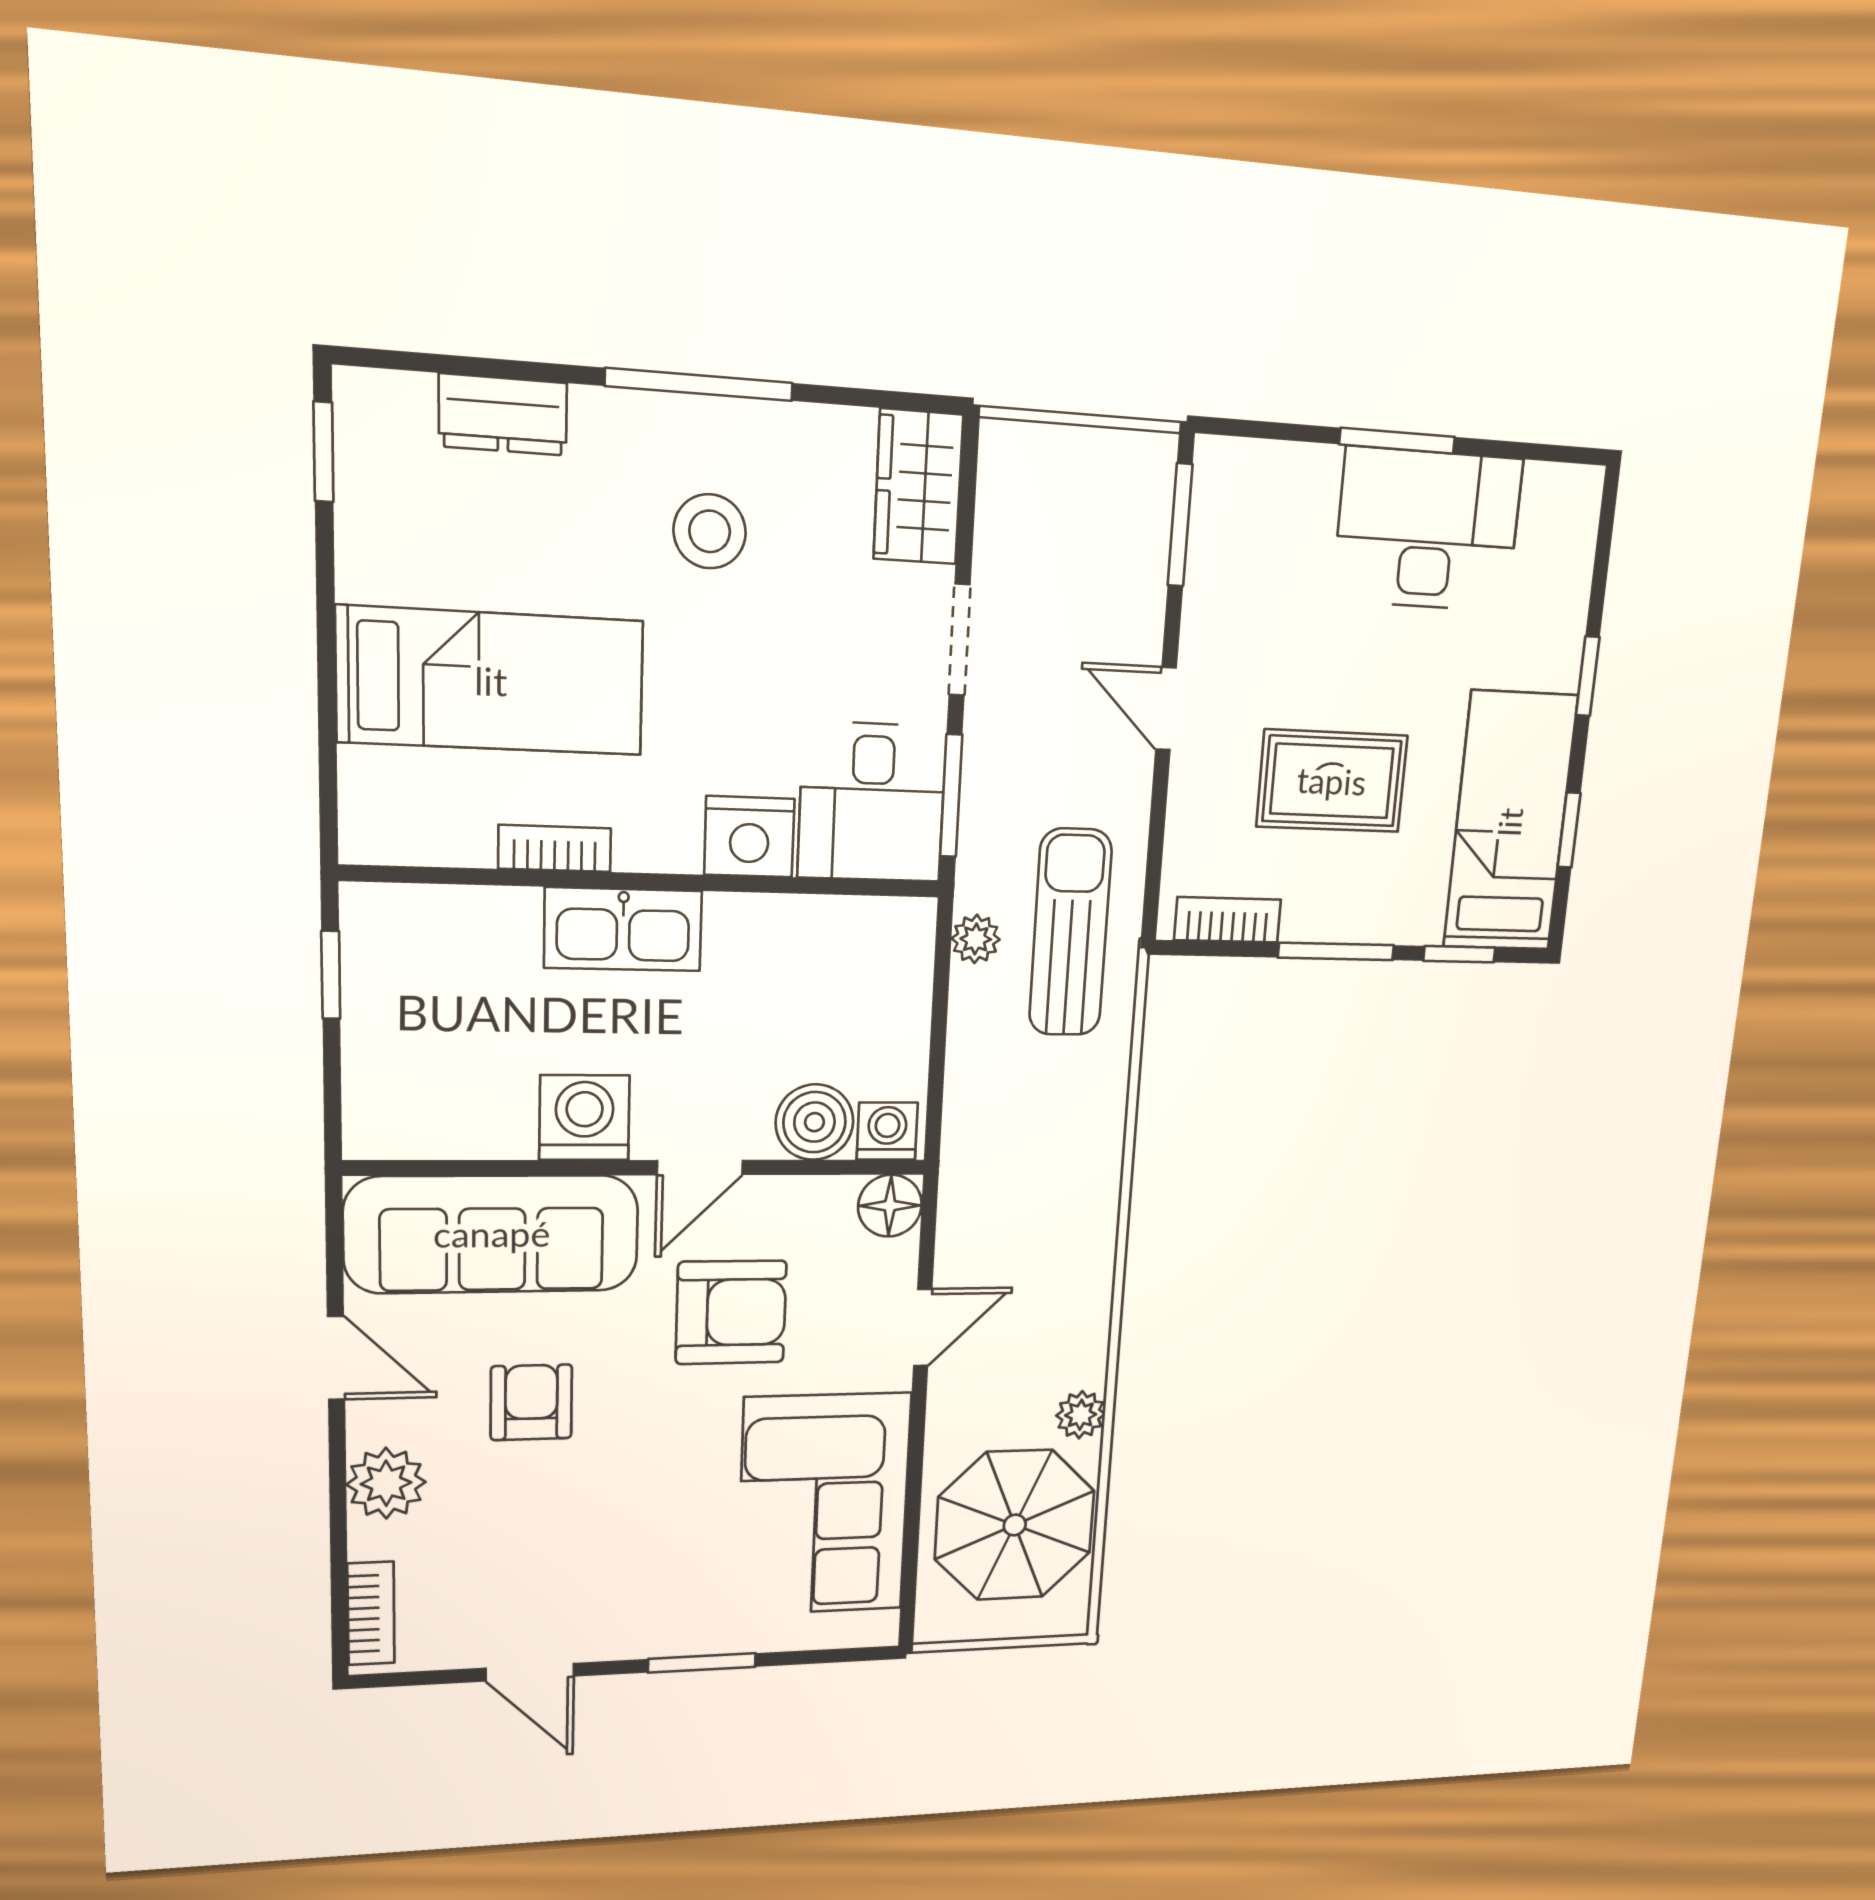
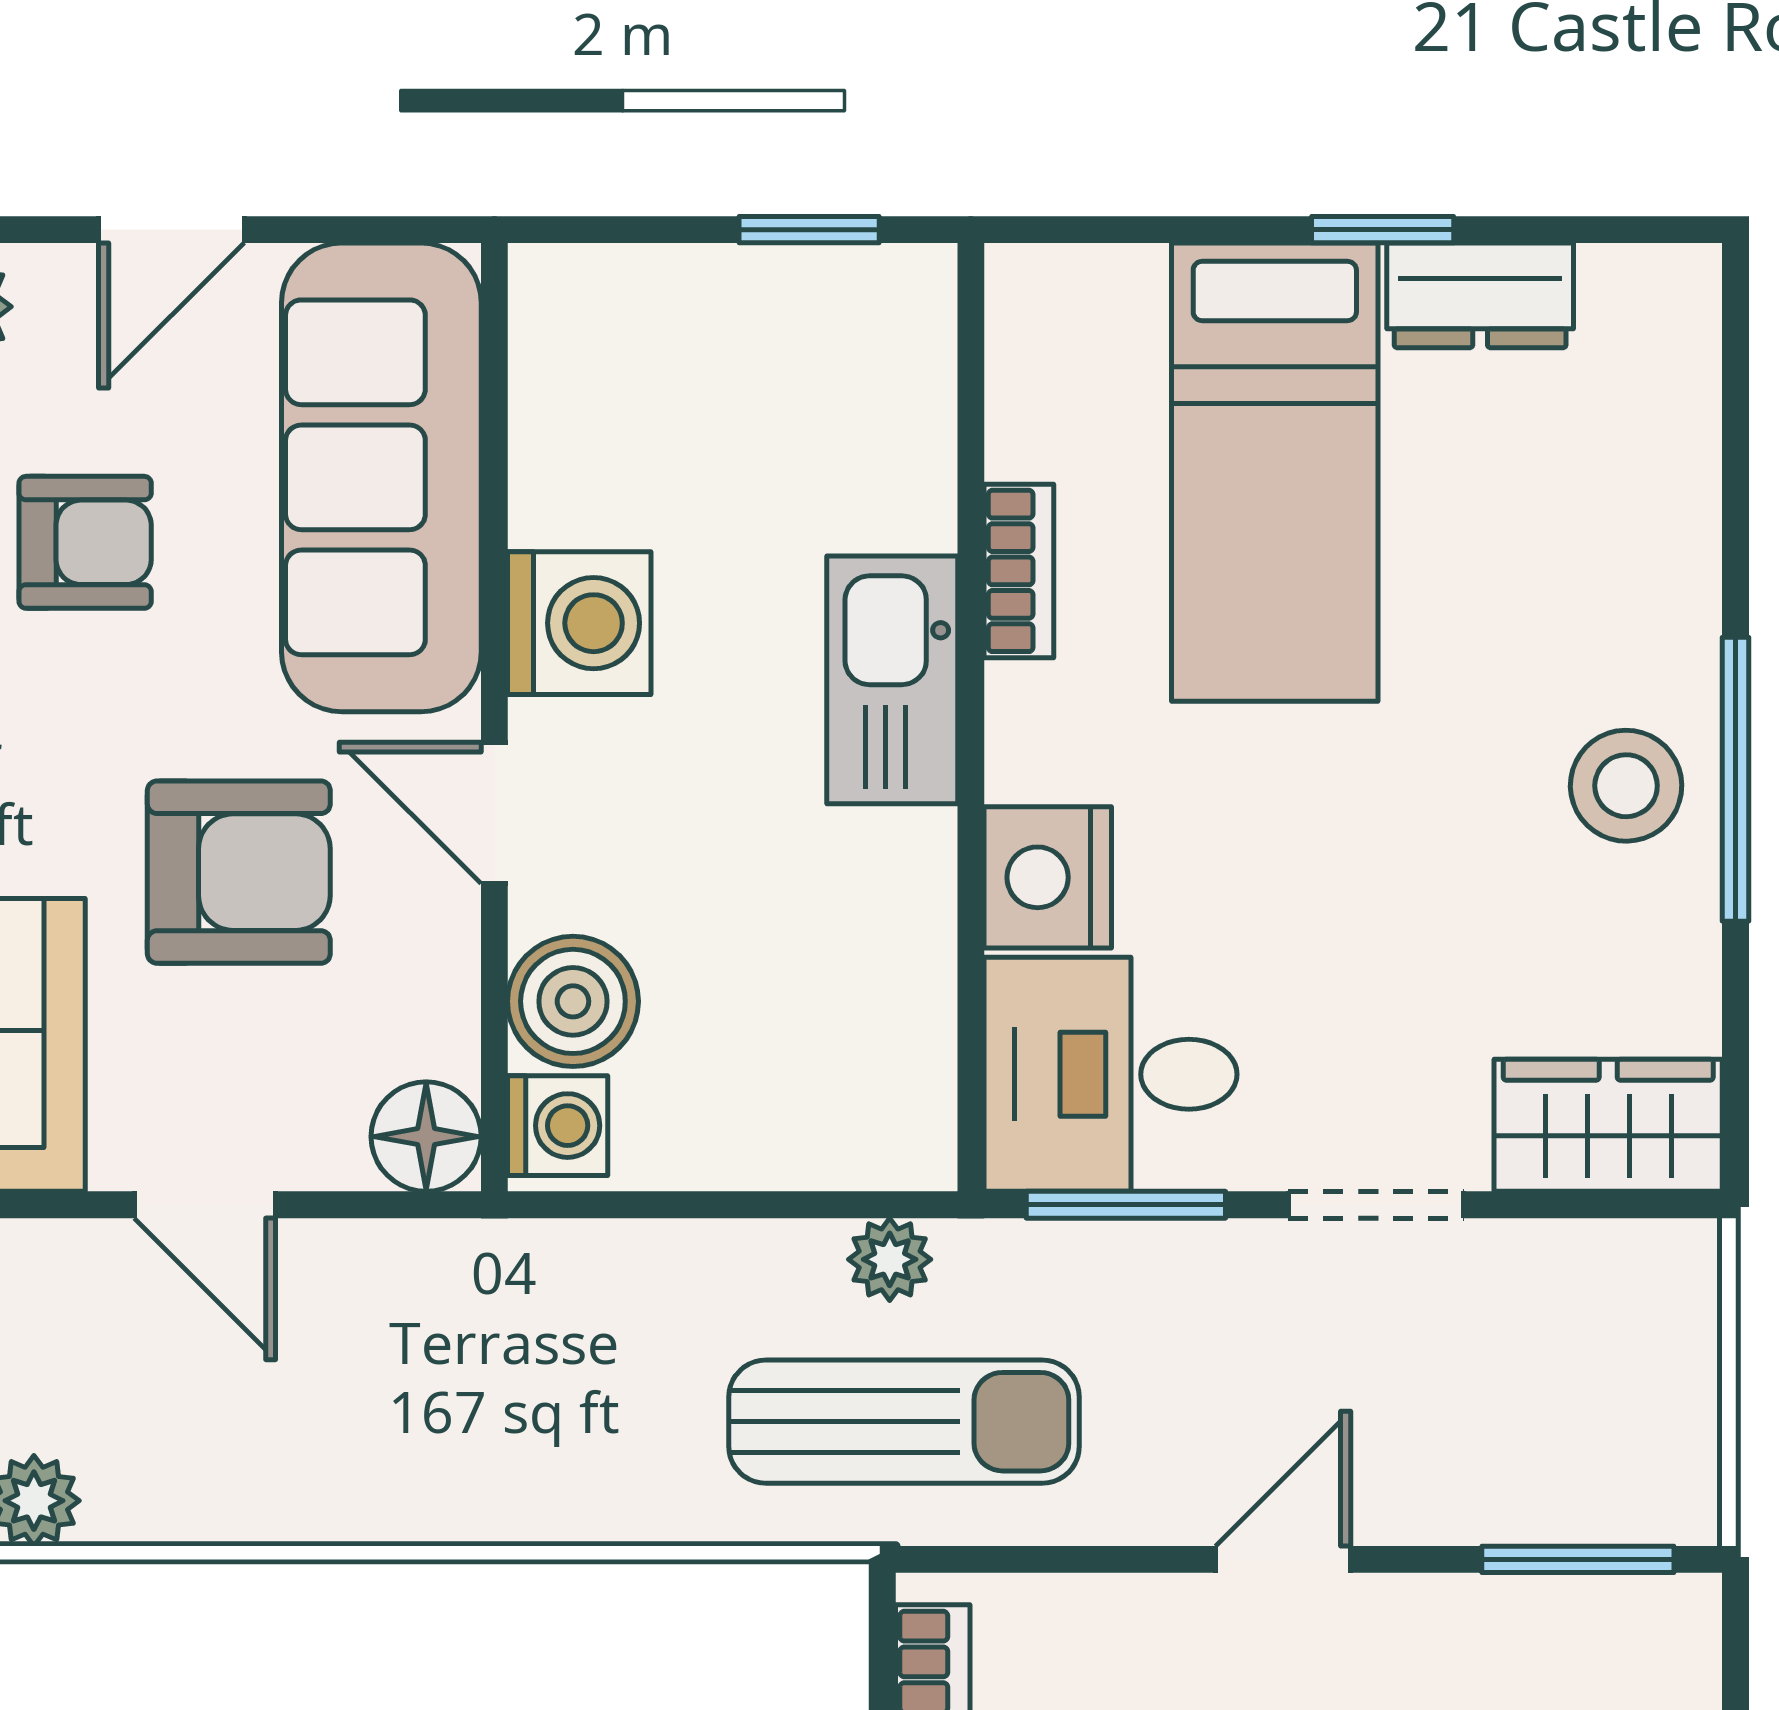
dresser: (503, 415) -> (1480, 295), moved, turned -90
window: (323, 452) -> (1383, 230), moved
stool: (710, 531) -> (1626, 786), moved
armchair: (731, 1312) -> (239, 872), turned -90

